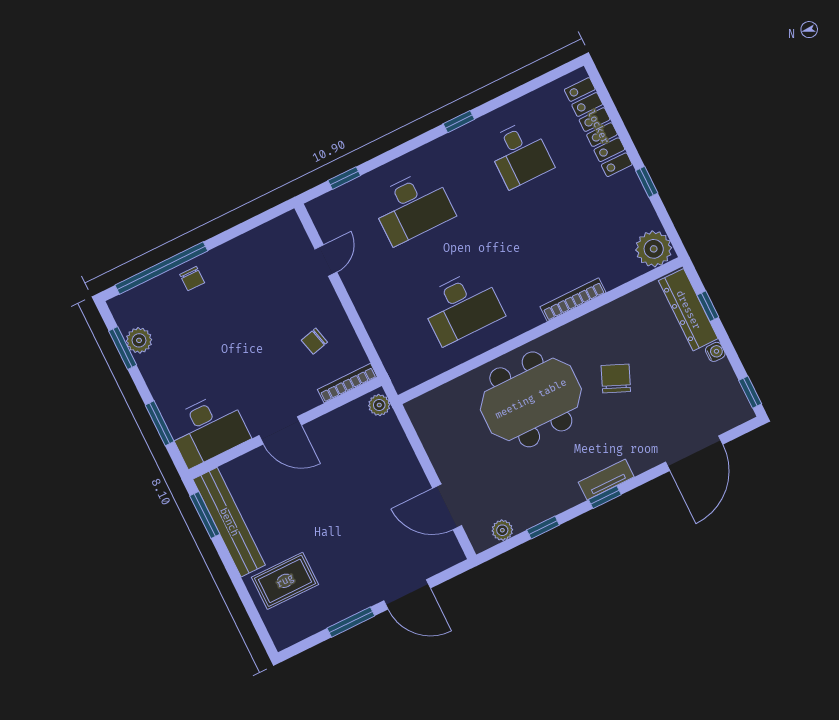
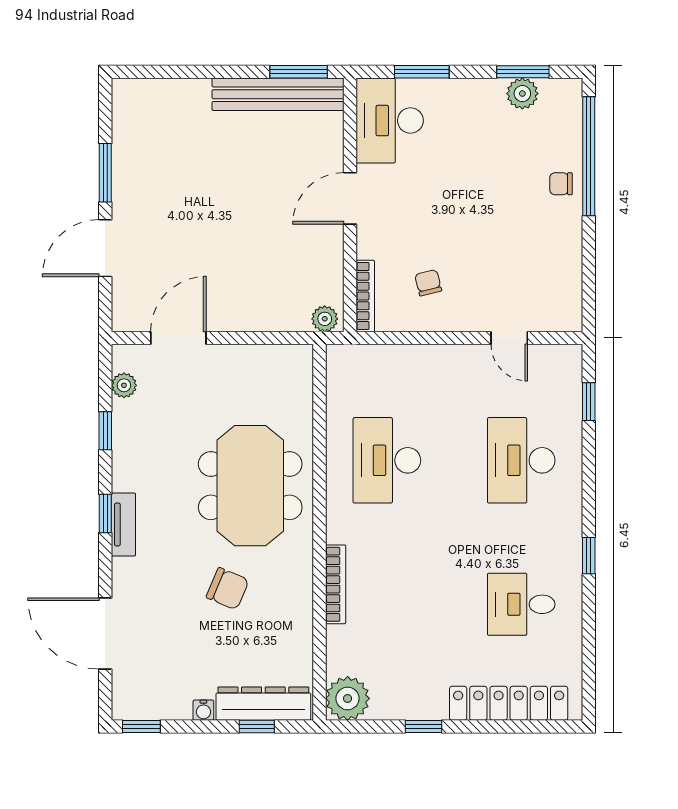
rug: (285, 581) -> (185, 123), removed

